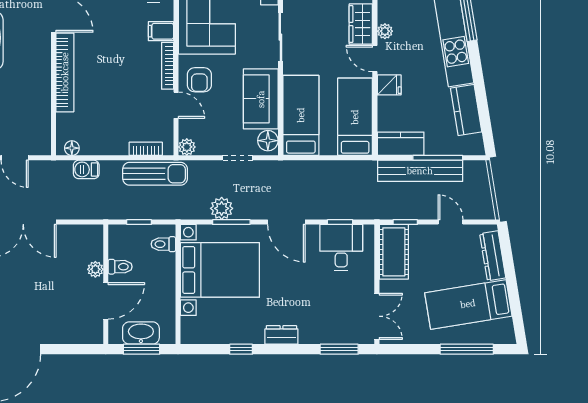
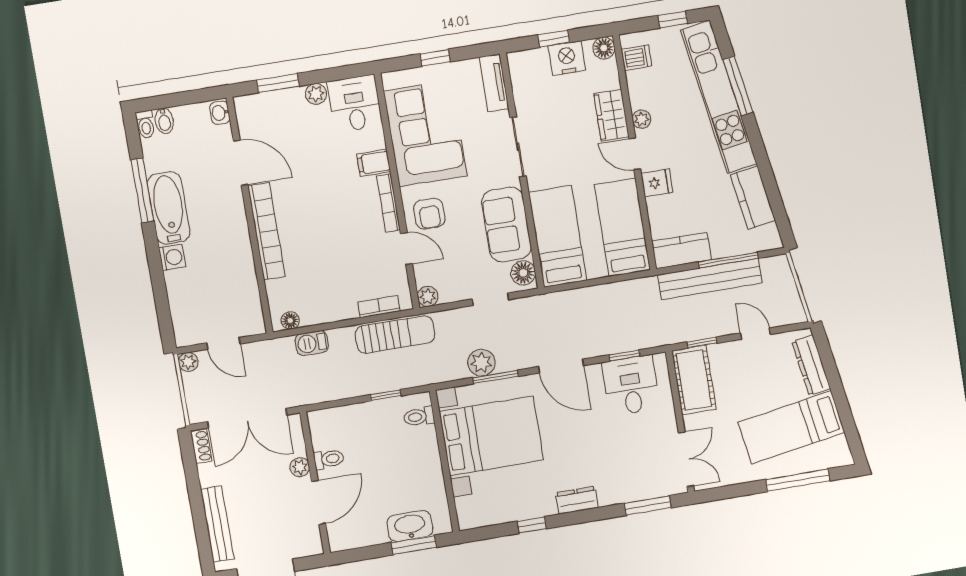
toilet: (120, 267) -> (329, 459), moved
plant: (95, 269) -> (300, 467), moved
wall: (106, 284) -> (315, 483), moved
door: (106, 301) -> (318, 502), moved

